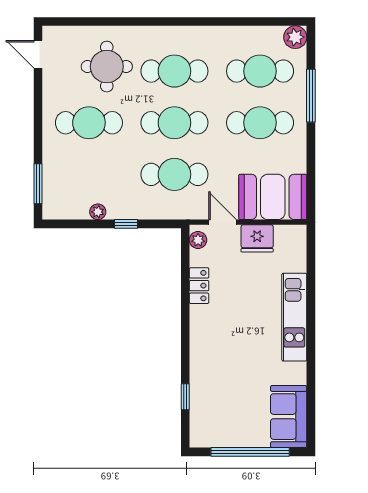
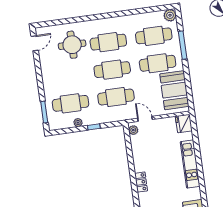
door: (38, 54) -> (35, 43), swing flipped
cafe table: (89, 123) -> (71, 103), moved
booth: (273, 197) -> (174, 90), moved, turned 90
fridge: (257, 238) -> (184, 123), moved, turned 90
locker: (199, 286) -> (141, 182), moved

